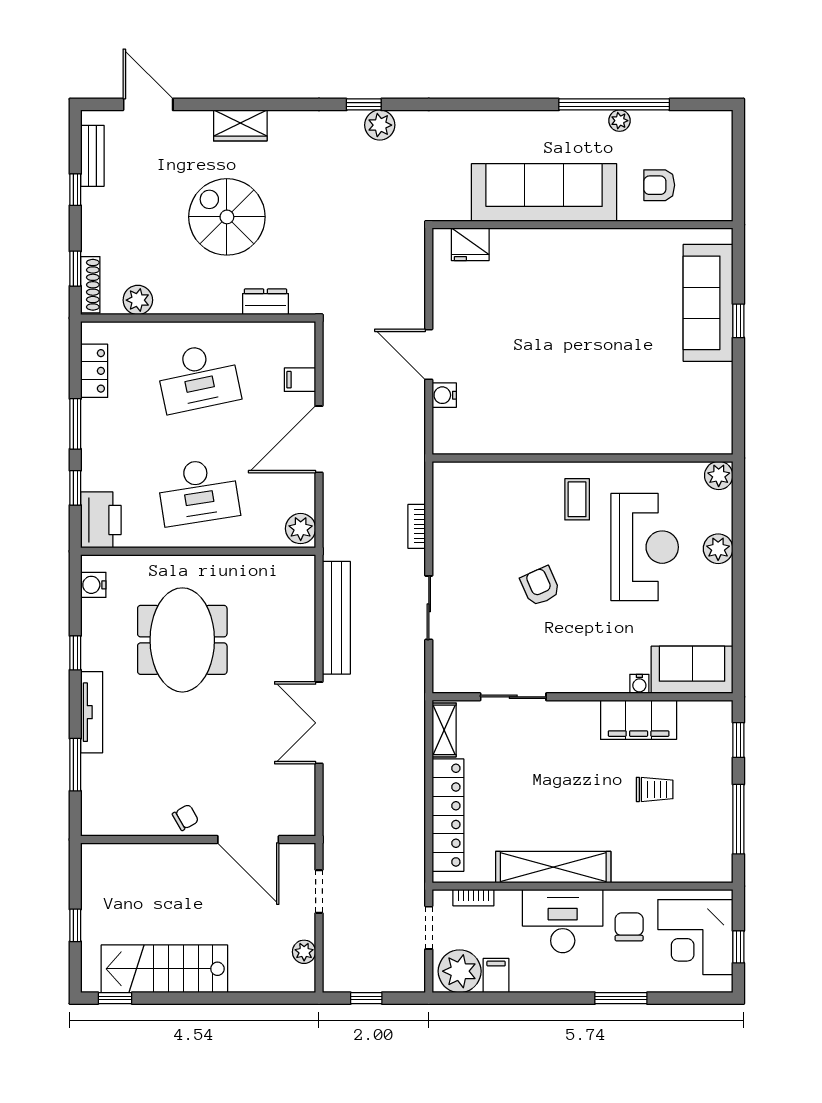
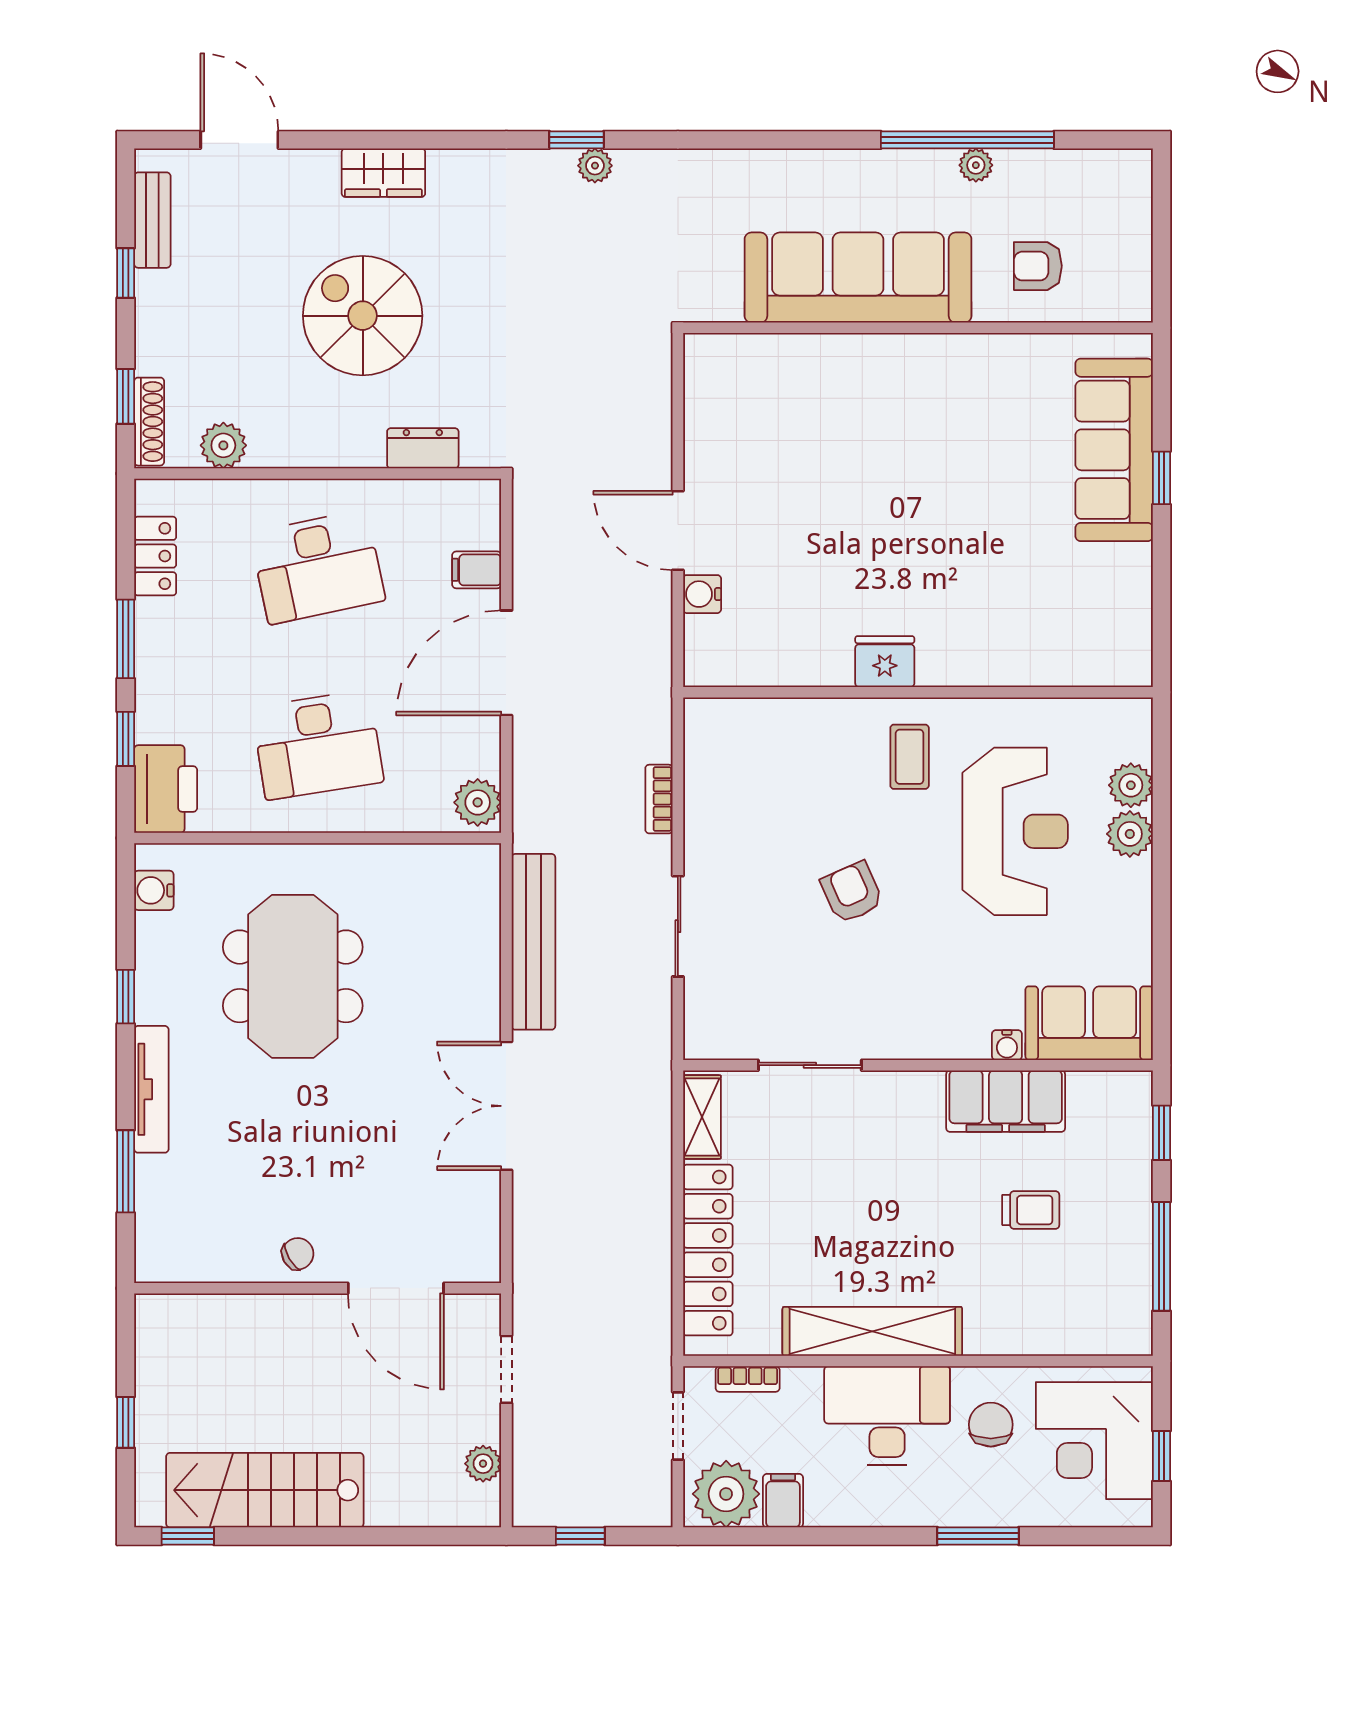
plant: (380, 125) -> (595, 166), width x0.73, depth x0.73
fridge: (470, 244) -> (885, 662), moved, turned 180
plant: (719, 475) -> (1131, 785), moved

